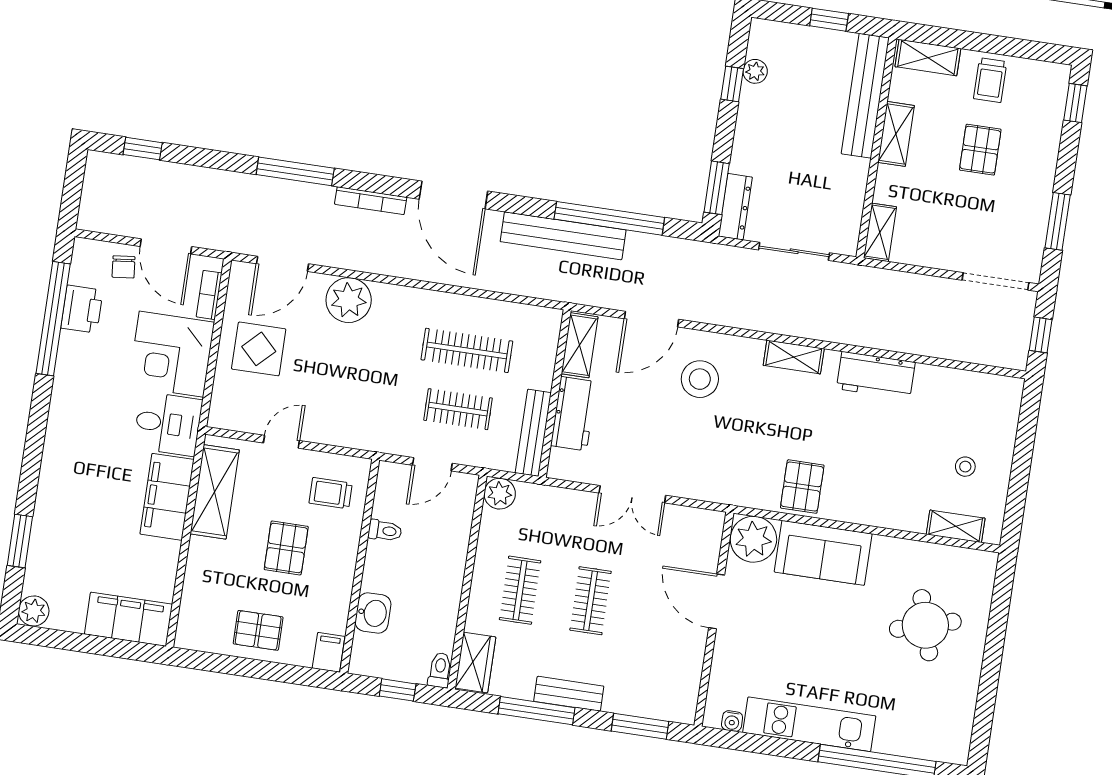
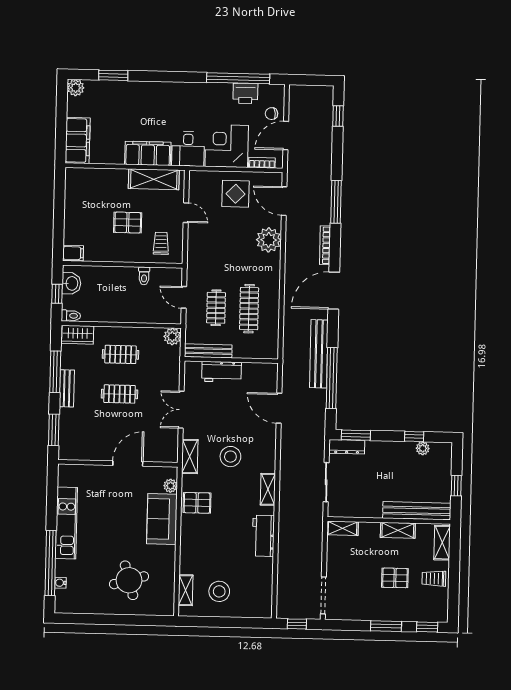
window: (1058, 221) -> (386, 626), moved
shelving: (580, 345) -> (190, 456), moved, turned 90
stool: (700, 379) -> (230, 457), moved
stool: (965, 467) -> (219, 591), width x1.89, depth x1.89
plant: (753, 539) -> (170, 486), width x0.53, depth x0.53
washbasin: (373, 613) -> (71, 283), moved, turned -90
pallet: (258, 630) -> (80, 213), removed
water cooler: (732, 721) -> (60, 583), moved

